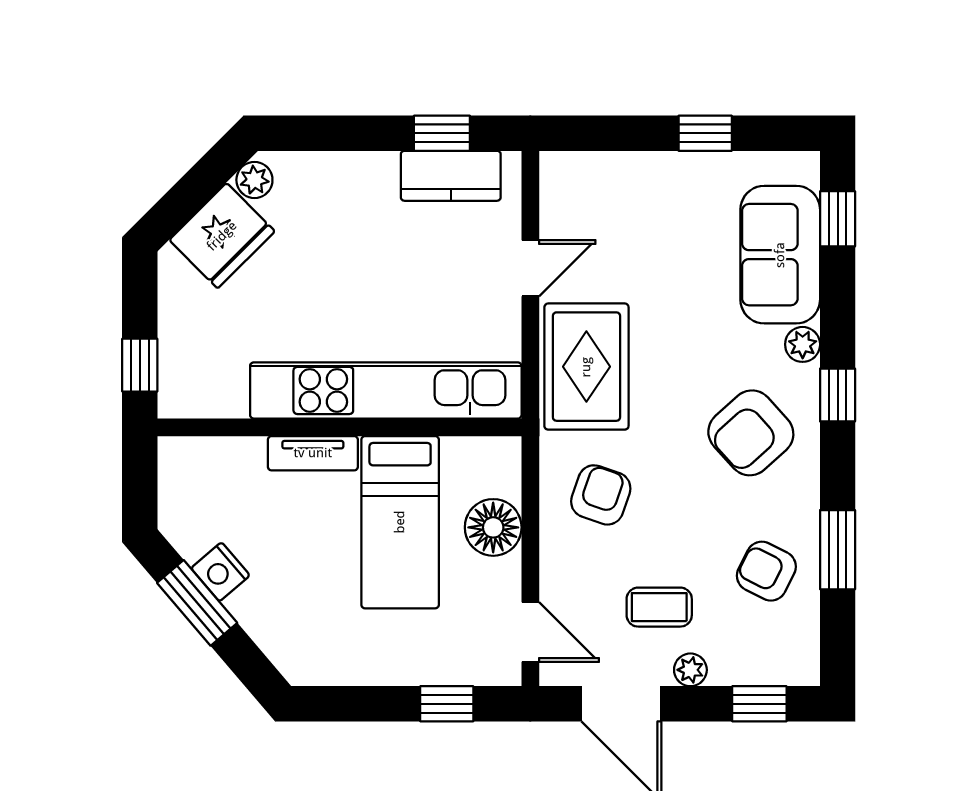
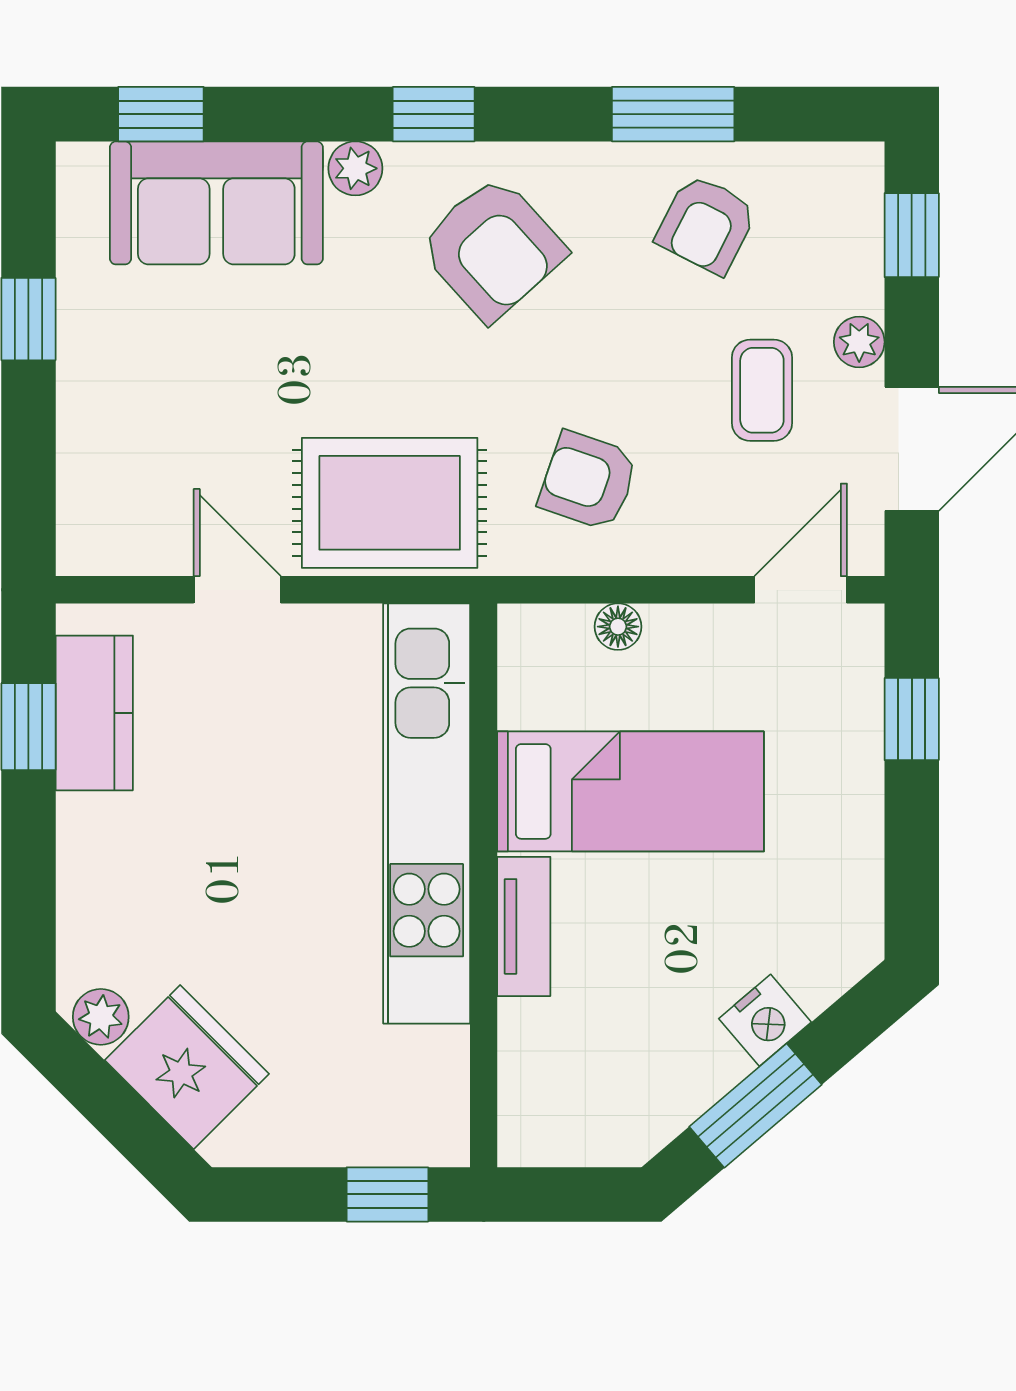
floor lamp: (493, 527) -> (618, 627), width x0.53, depth x0.53
nightstand: (220, 572) -> (765, 1020), moved

